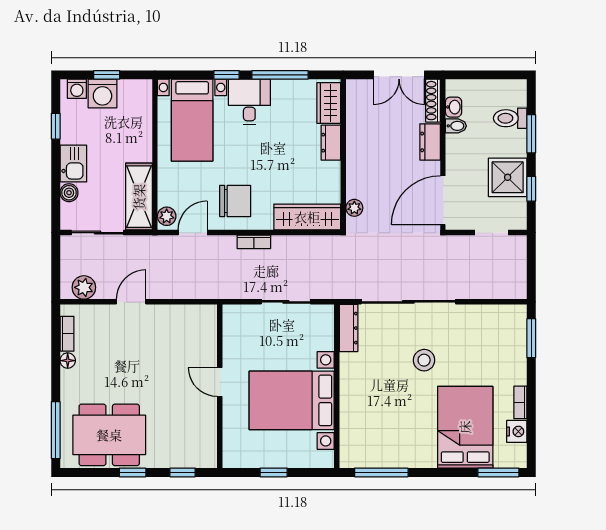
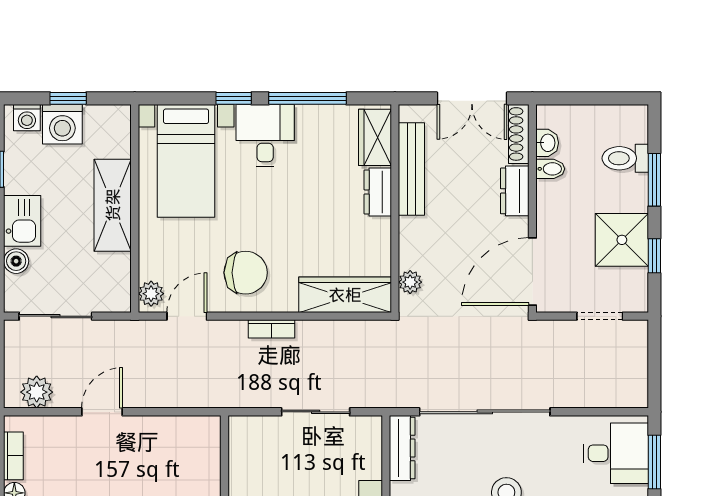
bench: (355, 126) -> (411, 169), added
shelving: (139, 197) -> (113, 205), moved
desk: (503, 332) -> (616, 453), added

